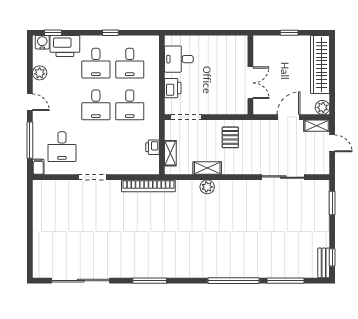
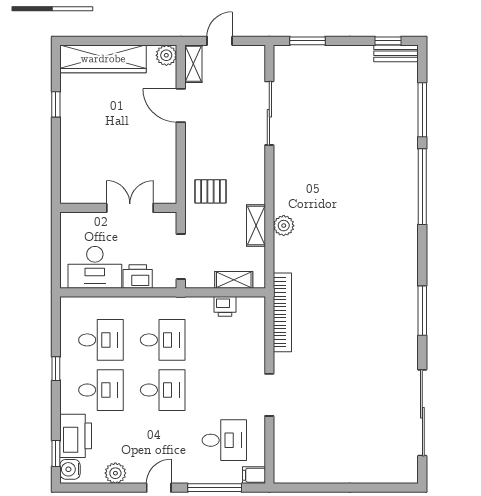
desk: (179, 59) -> (95, 267), width x1.37
wall: (250, 75) -> (118, 208), moved
double door: (250, 83) -> (130, 208), moved

